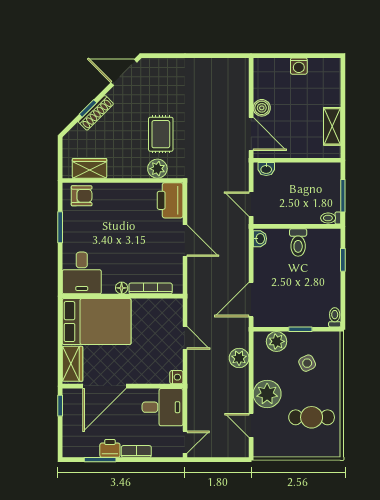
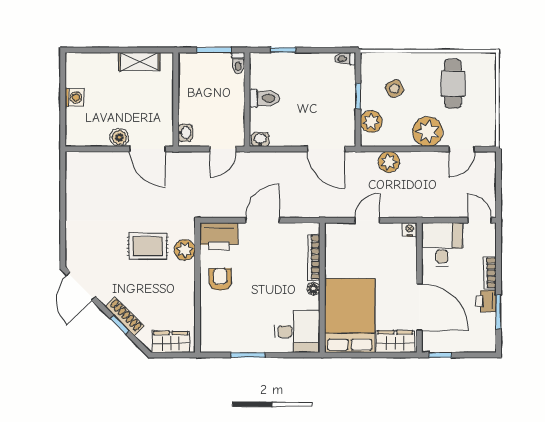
door: (251, 134) -> (147, 149), swing flipped
wardrobe: (90, 168) -> (171, 342), moved, turned 90
armchair: (82, 196) -> (220, 279), moved

